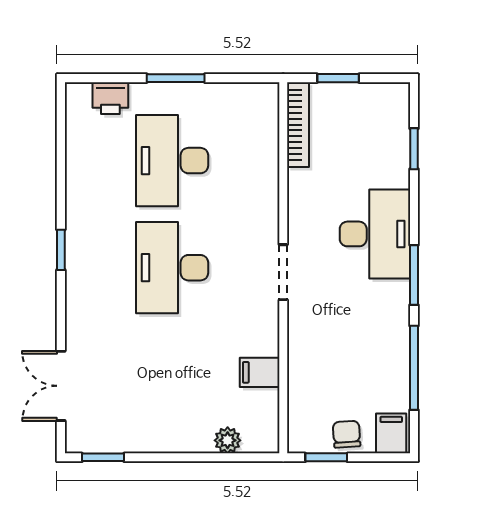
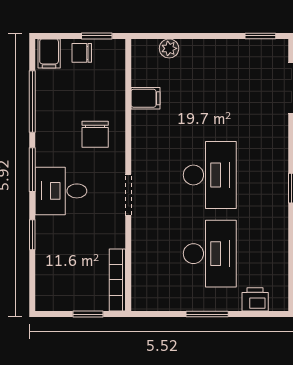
window: (414, 149) -> (32, 235), moved
desk: (375, 234) -> (61, 191), width x0.73
doorway: (283, 272) -> (128, 195), moved
chair: (328, 323) -> (95, 134), added
chair: (347, 434) -> (82, 53), turned 94

